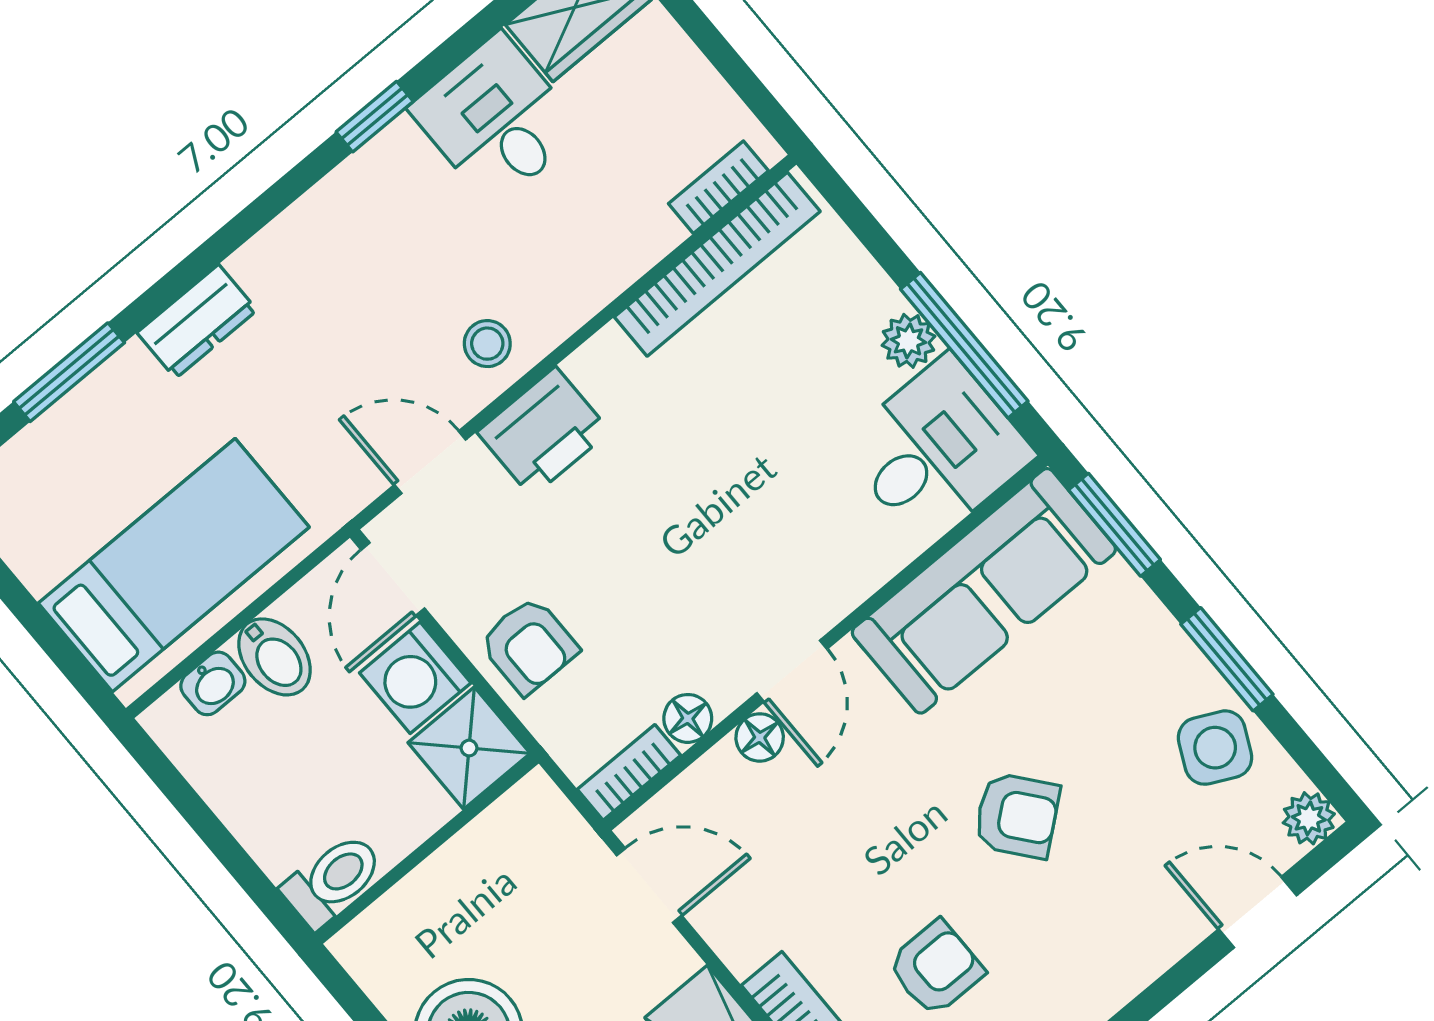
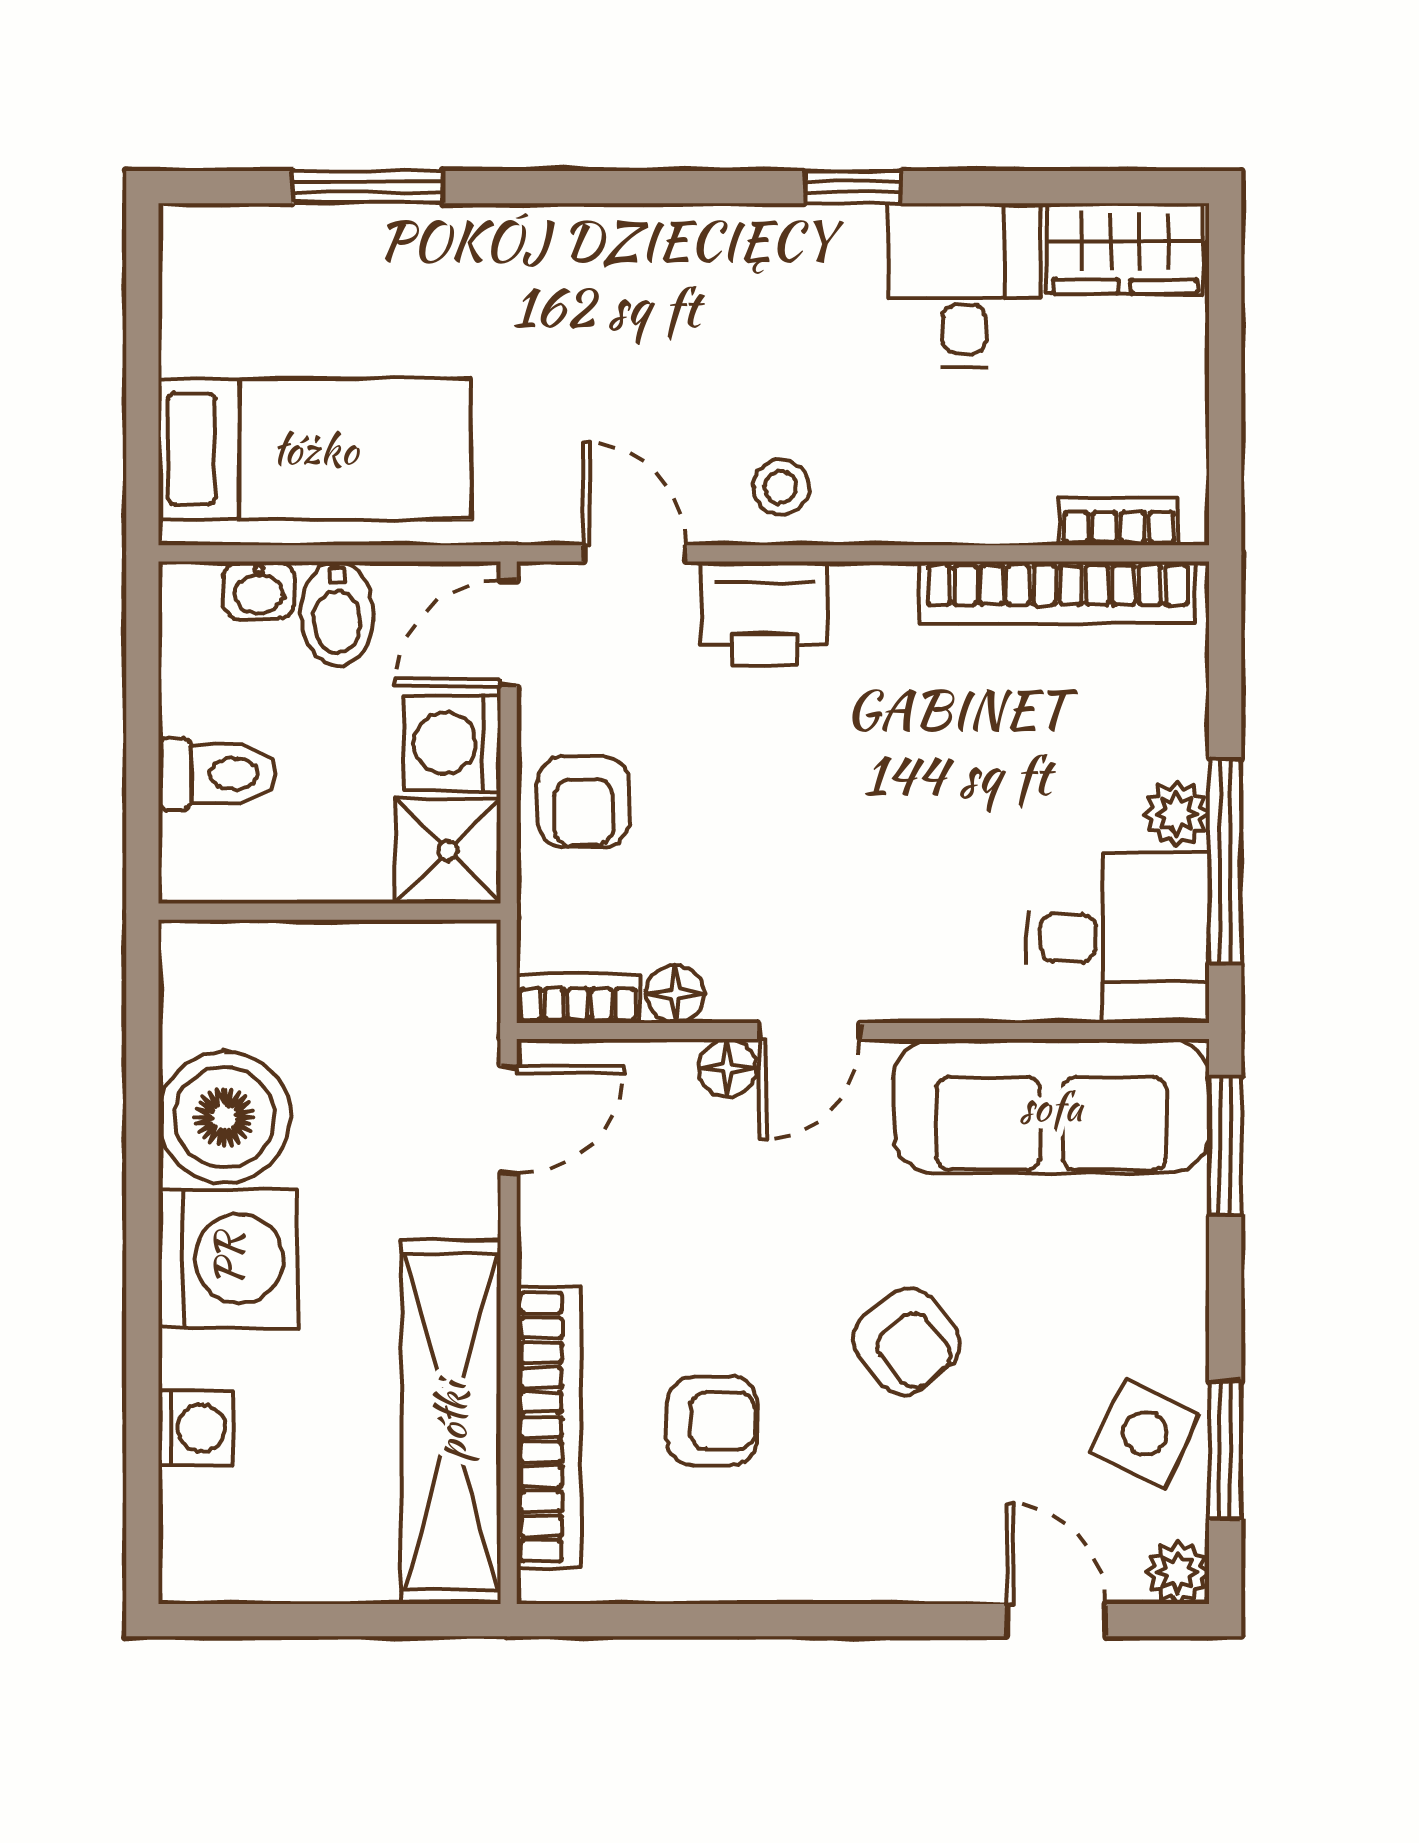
dresser: (197, 321) -> (527, 240), removed
window: (1227, 659) -> (1225, 1450), moved
toilet: (333, 880) -> (217, 774), moved
door: (649, 885) -> (509, 1120), hinge flipped

